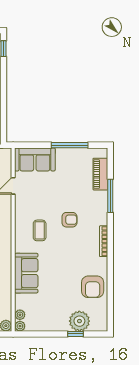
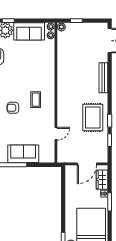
sofa: (35, 159) -> (23, 154), moved
sofa: (26, 273) -> (29, 31), moved, turned -90

